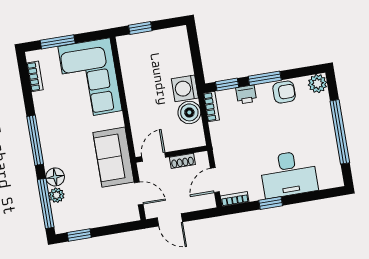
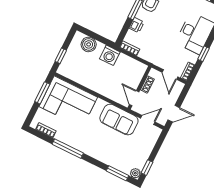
window: (58, 42) -> (42, 93), moved
window: (227, 85) -> (124, 31), removed
boiler: (189, 112) -> (89, 44), moved
window: (35, 140) -> (68, 149), moved
floor lamp: (55, 177) -> (107, 158), removed
plant: (57, 195) -> (135, 173), moved
window: (46, 203) -> (117, 173), width x0.69

